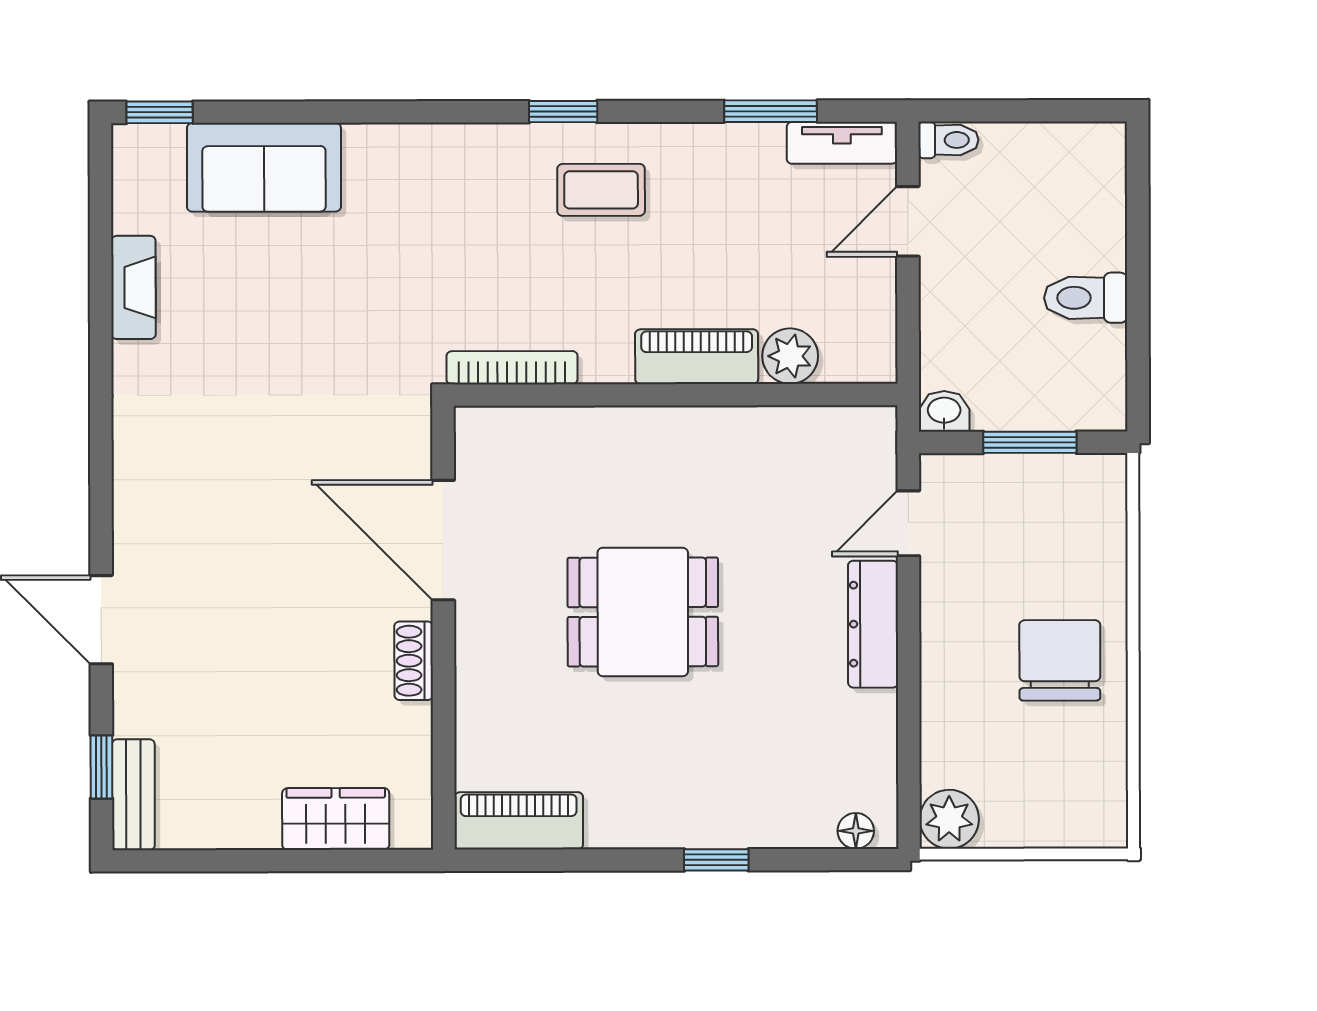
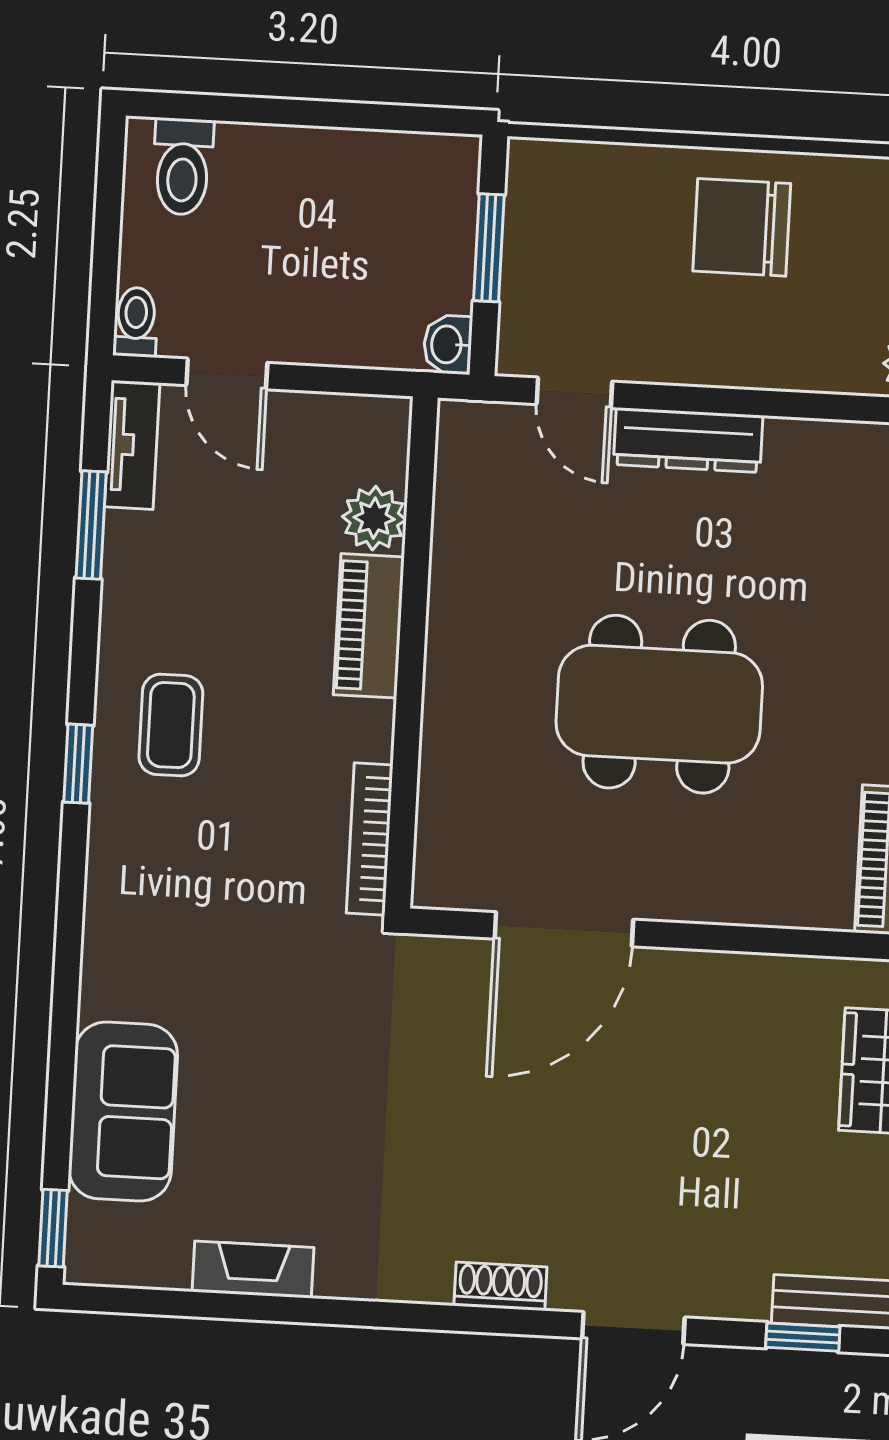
toilet: (1086, 298) -> (183, 167), moved
dining table: (643, 612) -> (659, 704), width x1.38
shoe rack: (414, 661) -> (500, 1286), moved, turned 180

